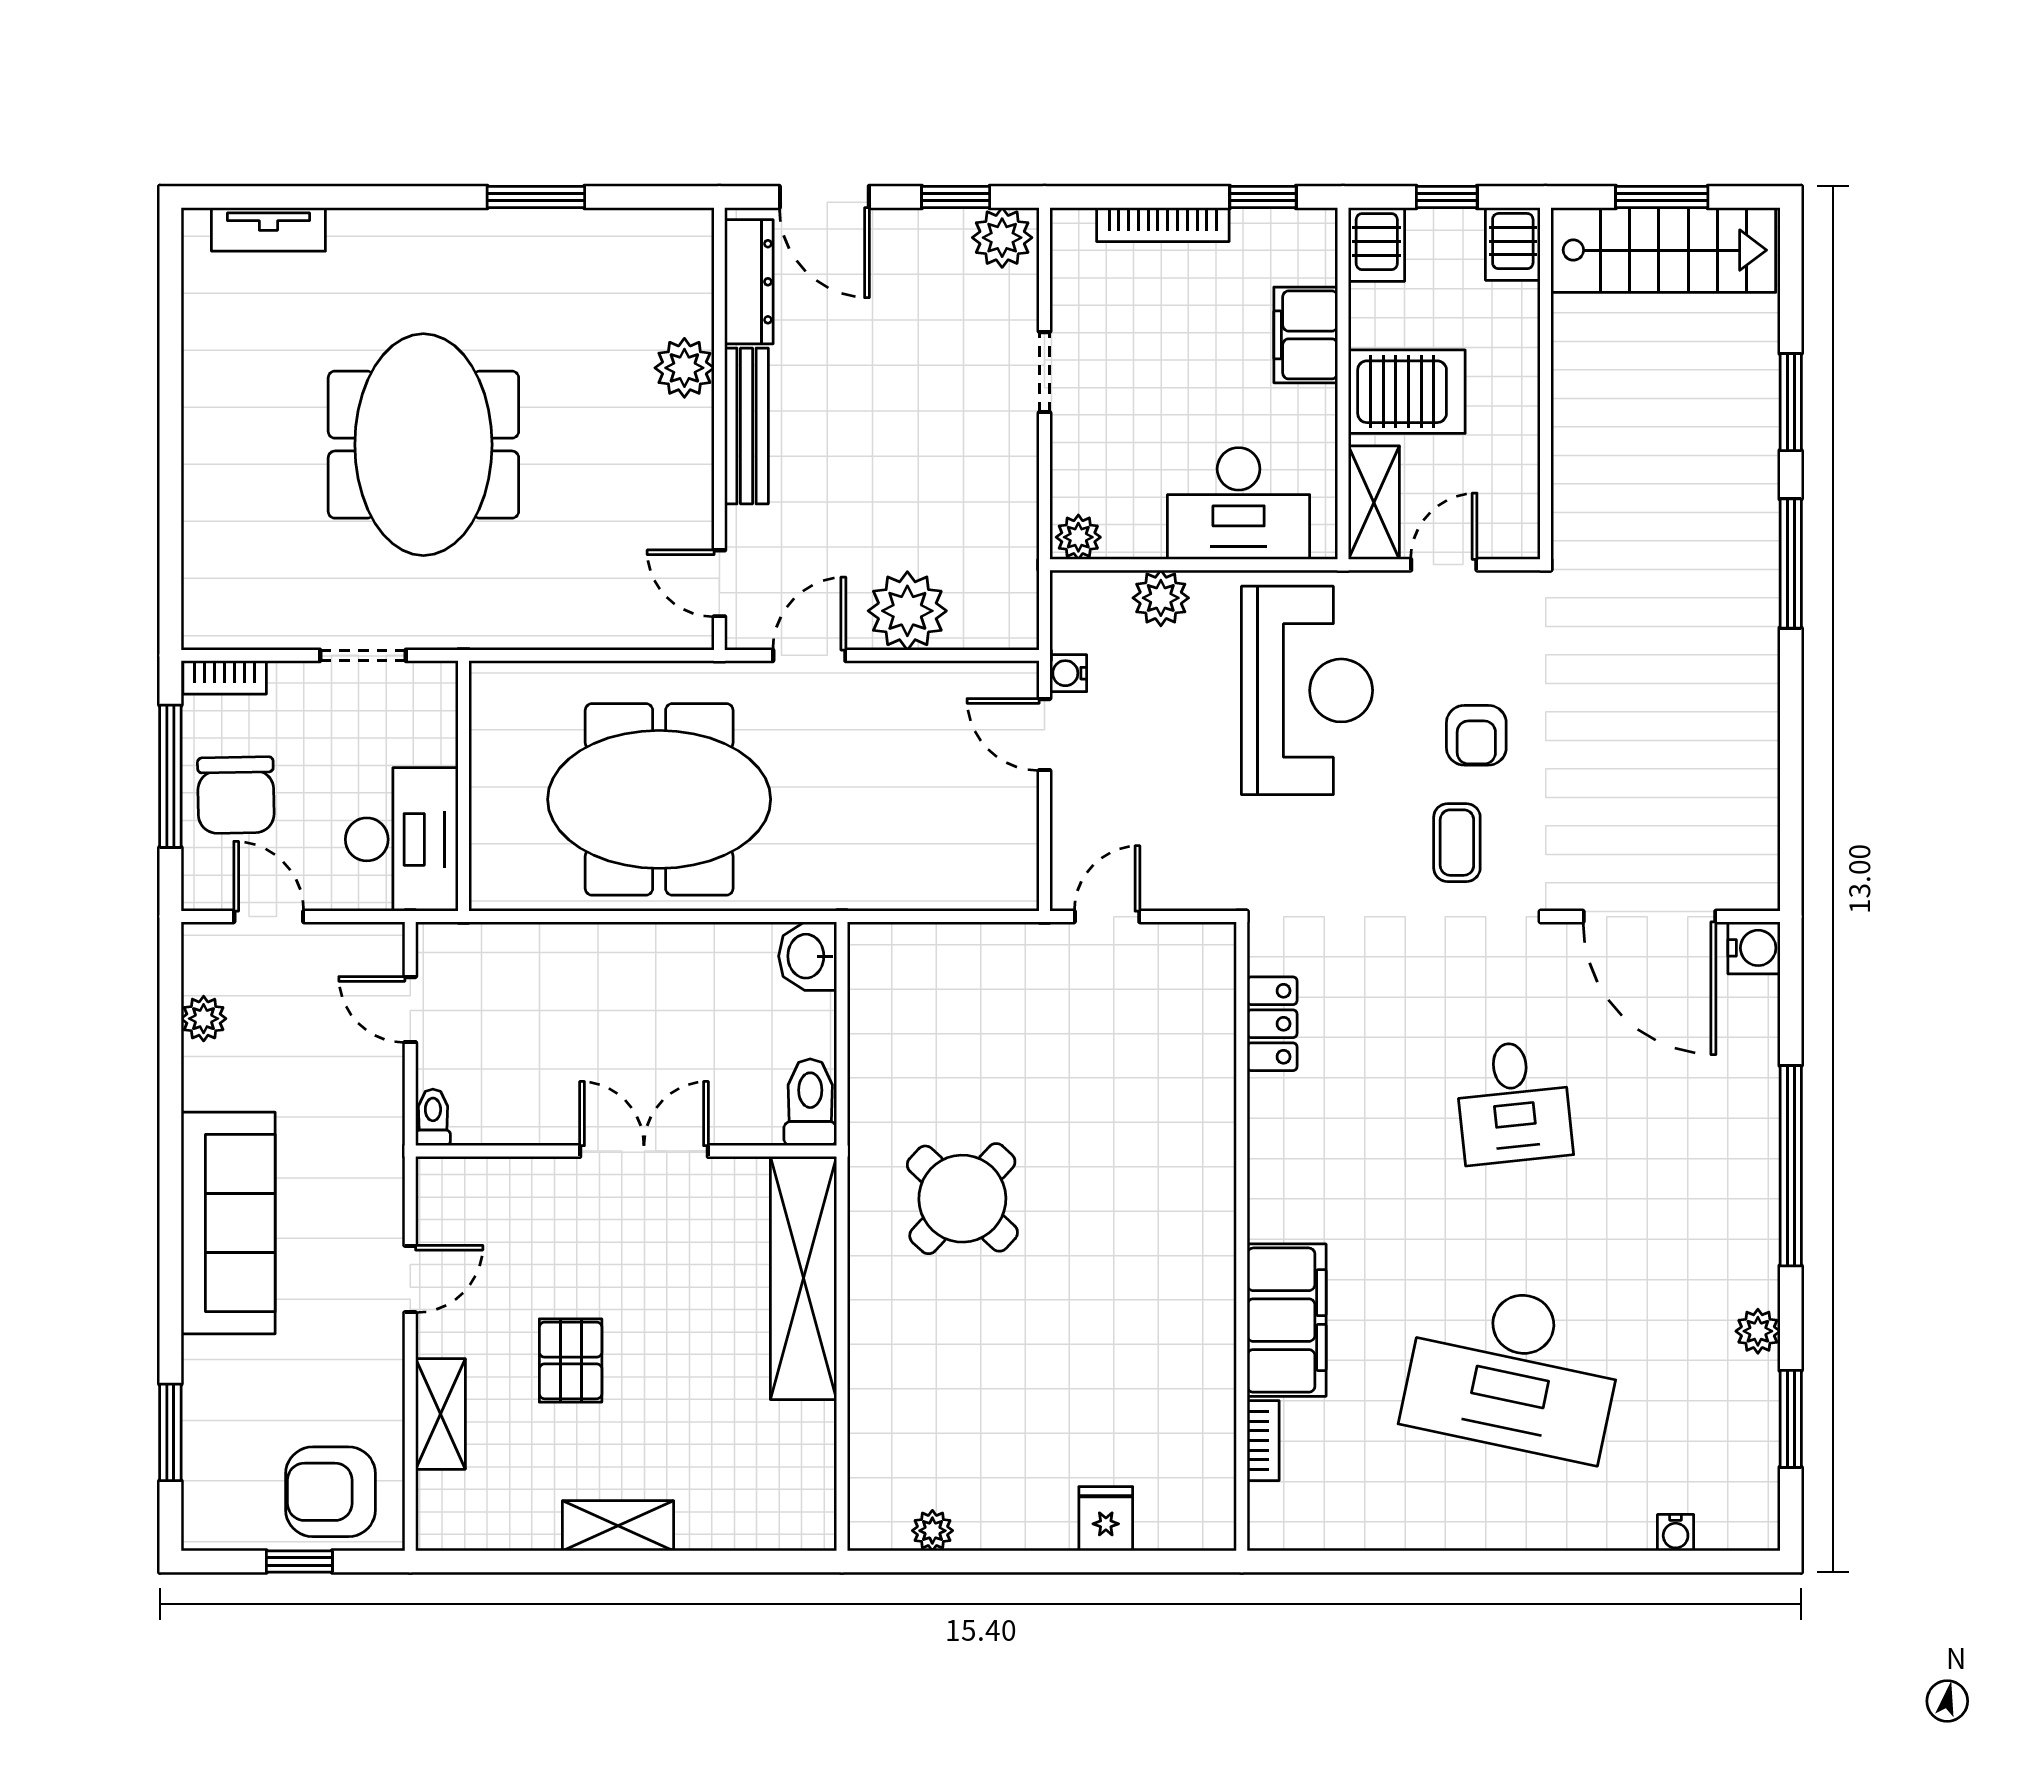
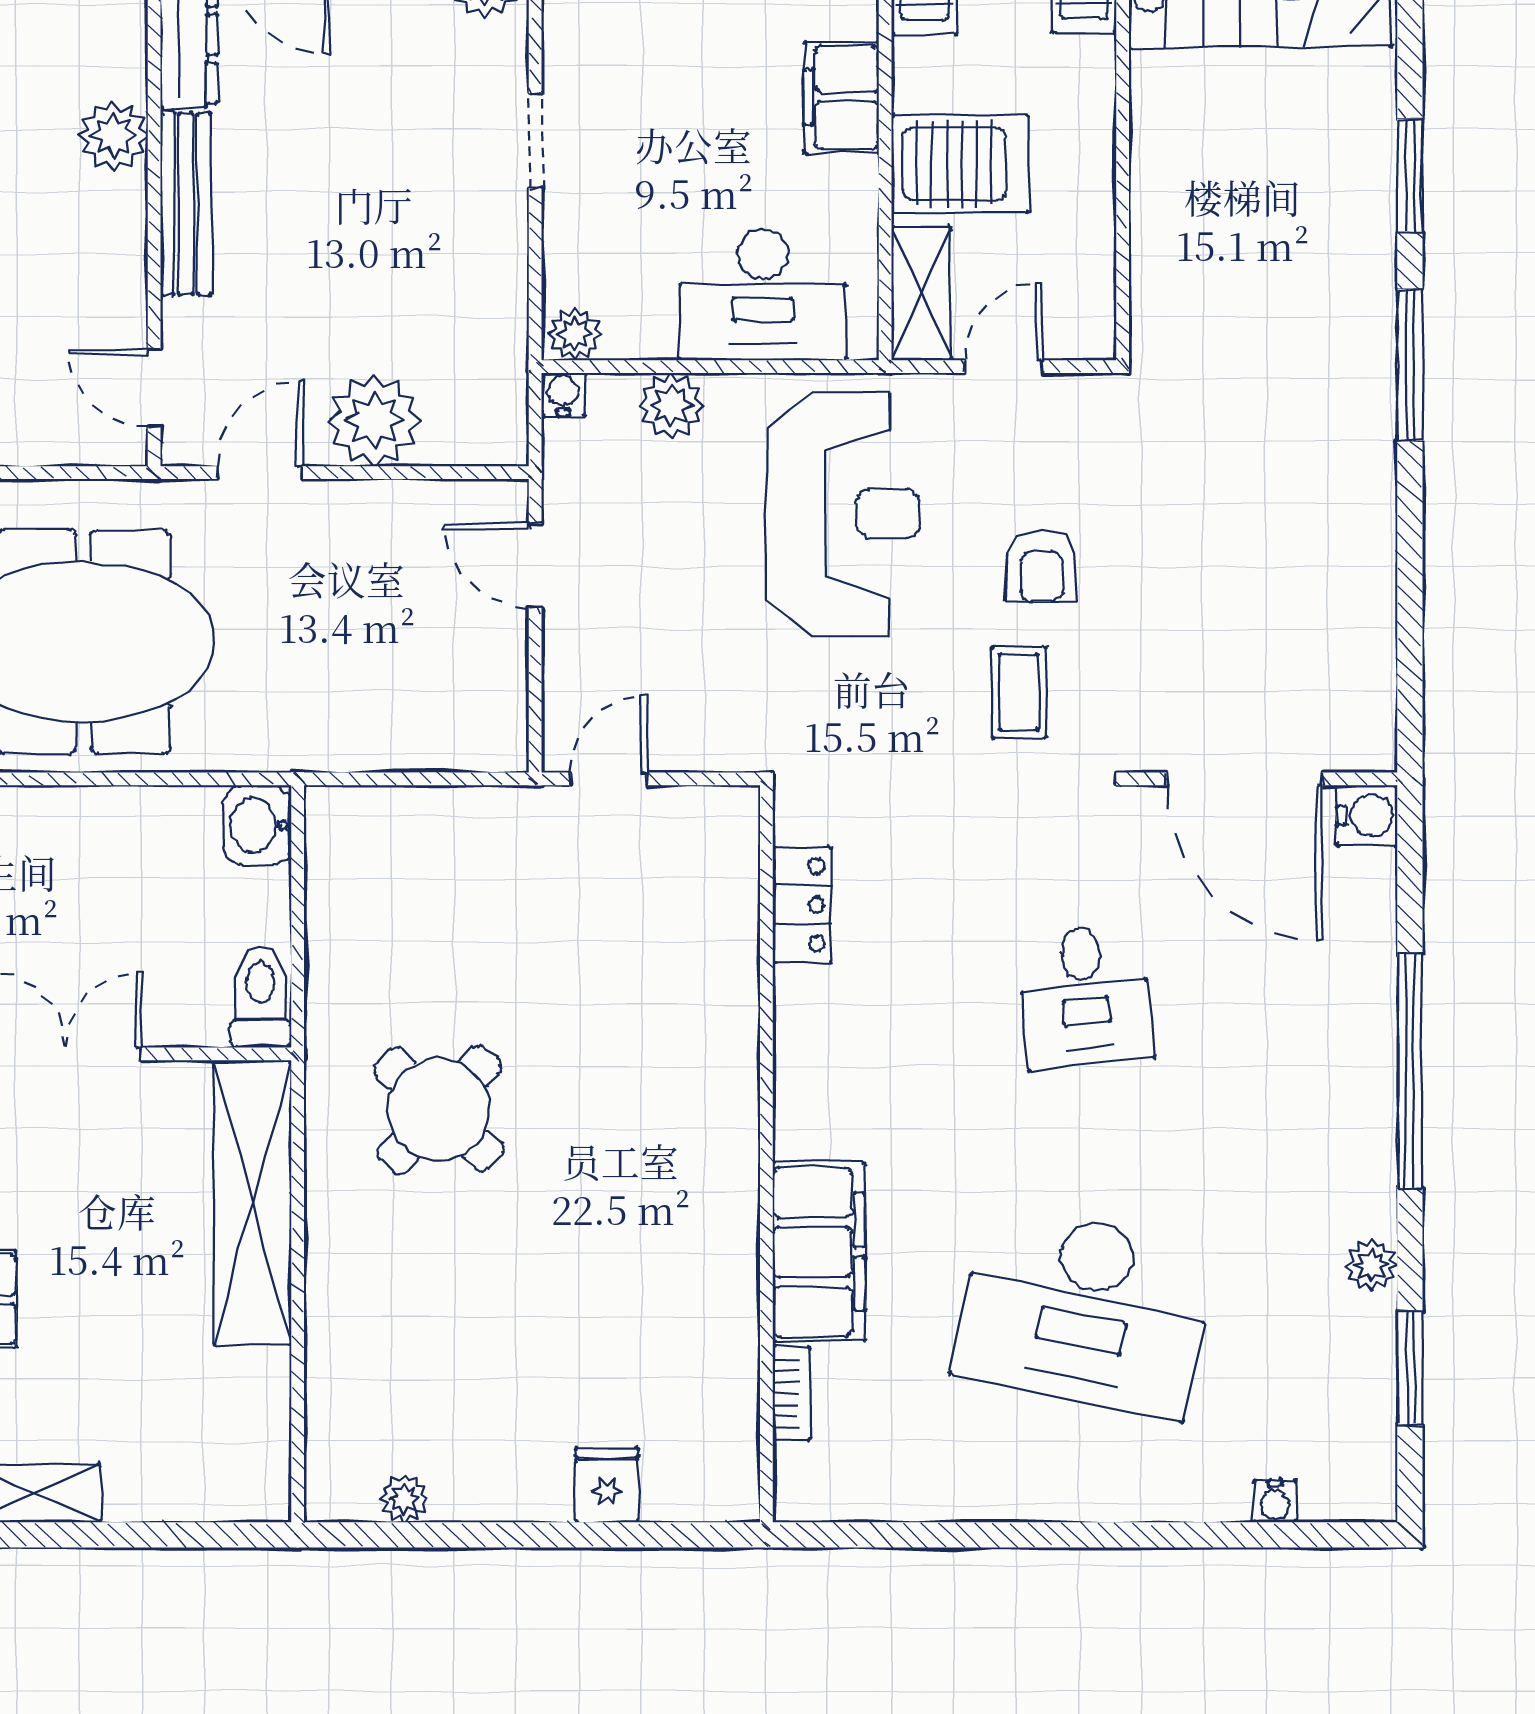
water cooler: (1068, 673) -> (563, 394), moved, turned 90

